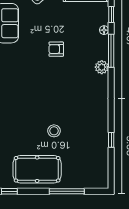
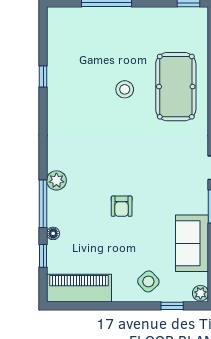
armchair: (56, 49) -> (122, 206), turned 90
pool table: (37, 169) -> (176, 87), moved, turned 90

